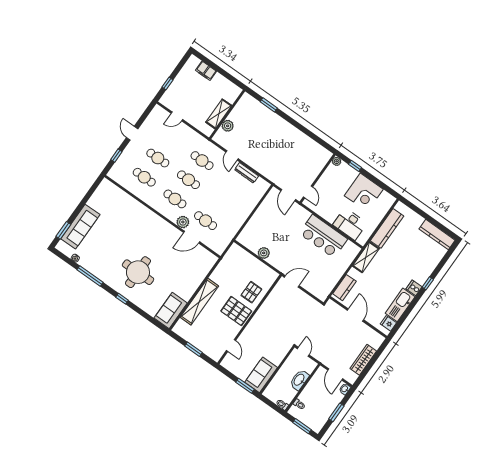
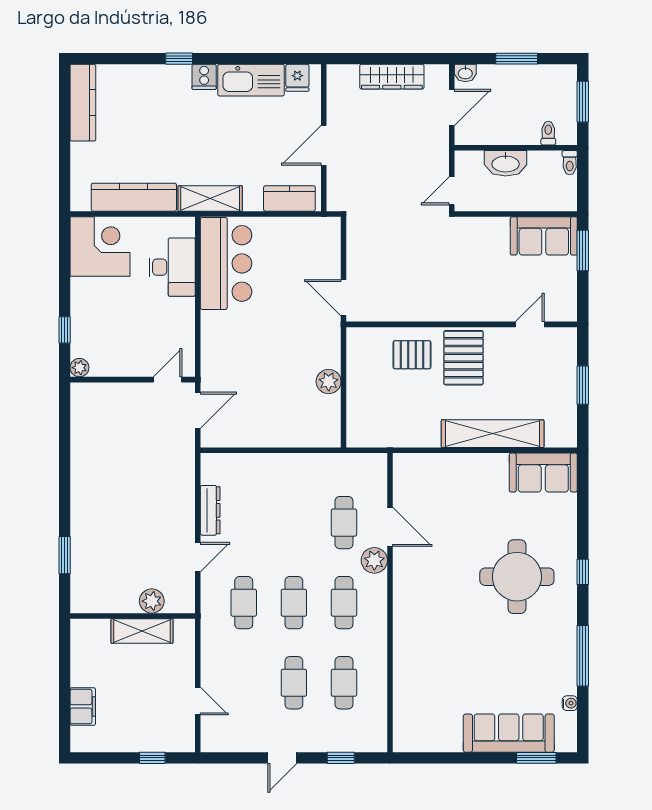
corner desk: (364, 192) -> (100, 246), moved
bar counter: (323, 236) -> (226, 263), moved

